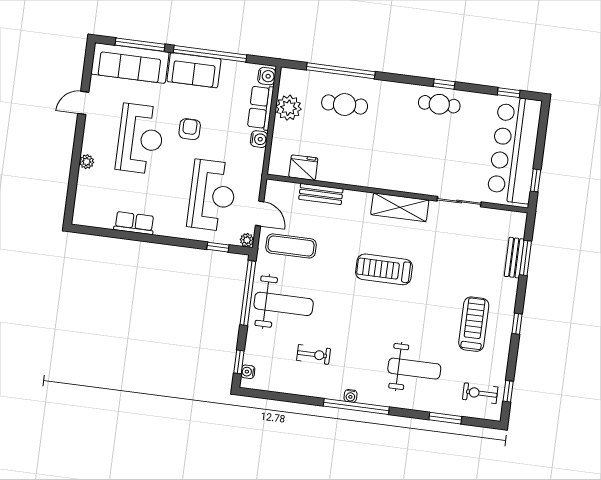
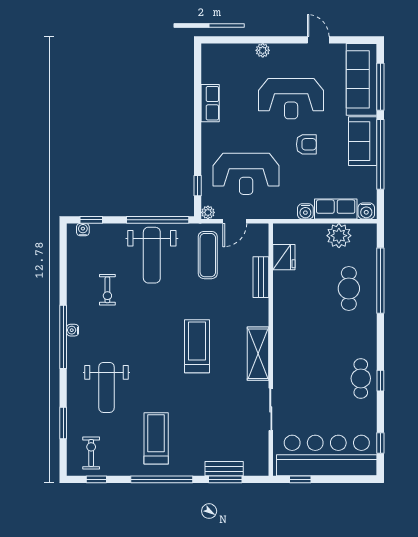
treadmill: (474, 324) -> (156, 438), turned -90
window: (517, 324) -> (162, 479), width x3.17

